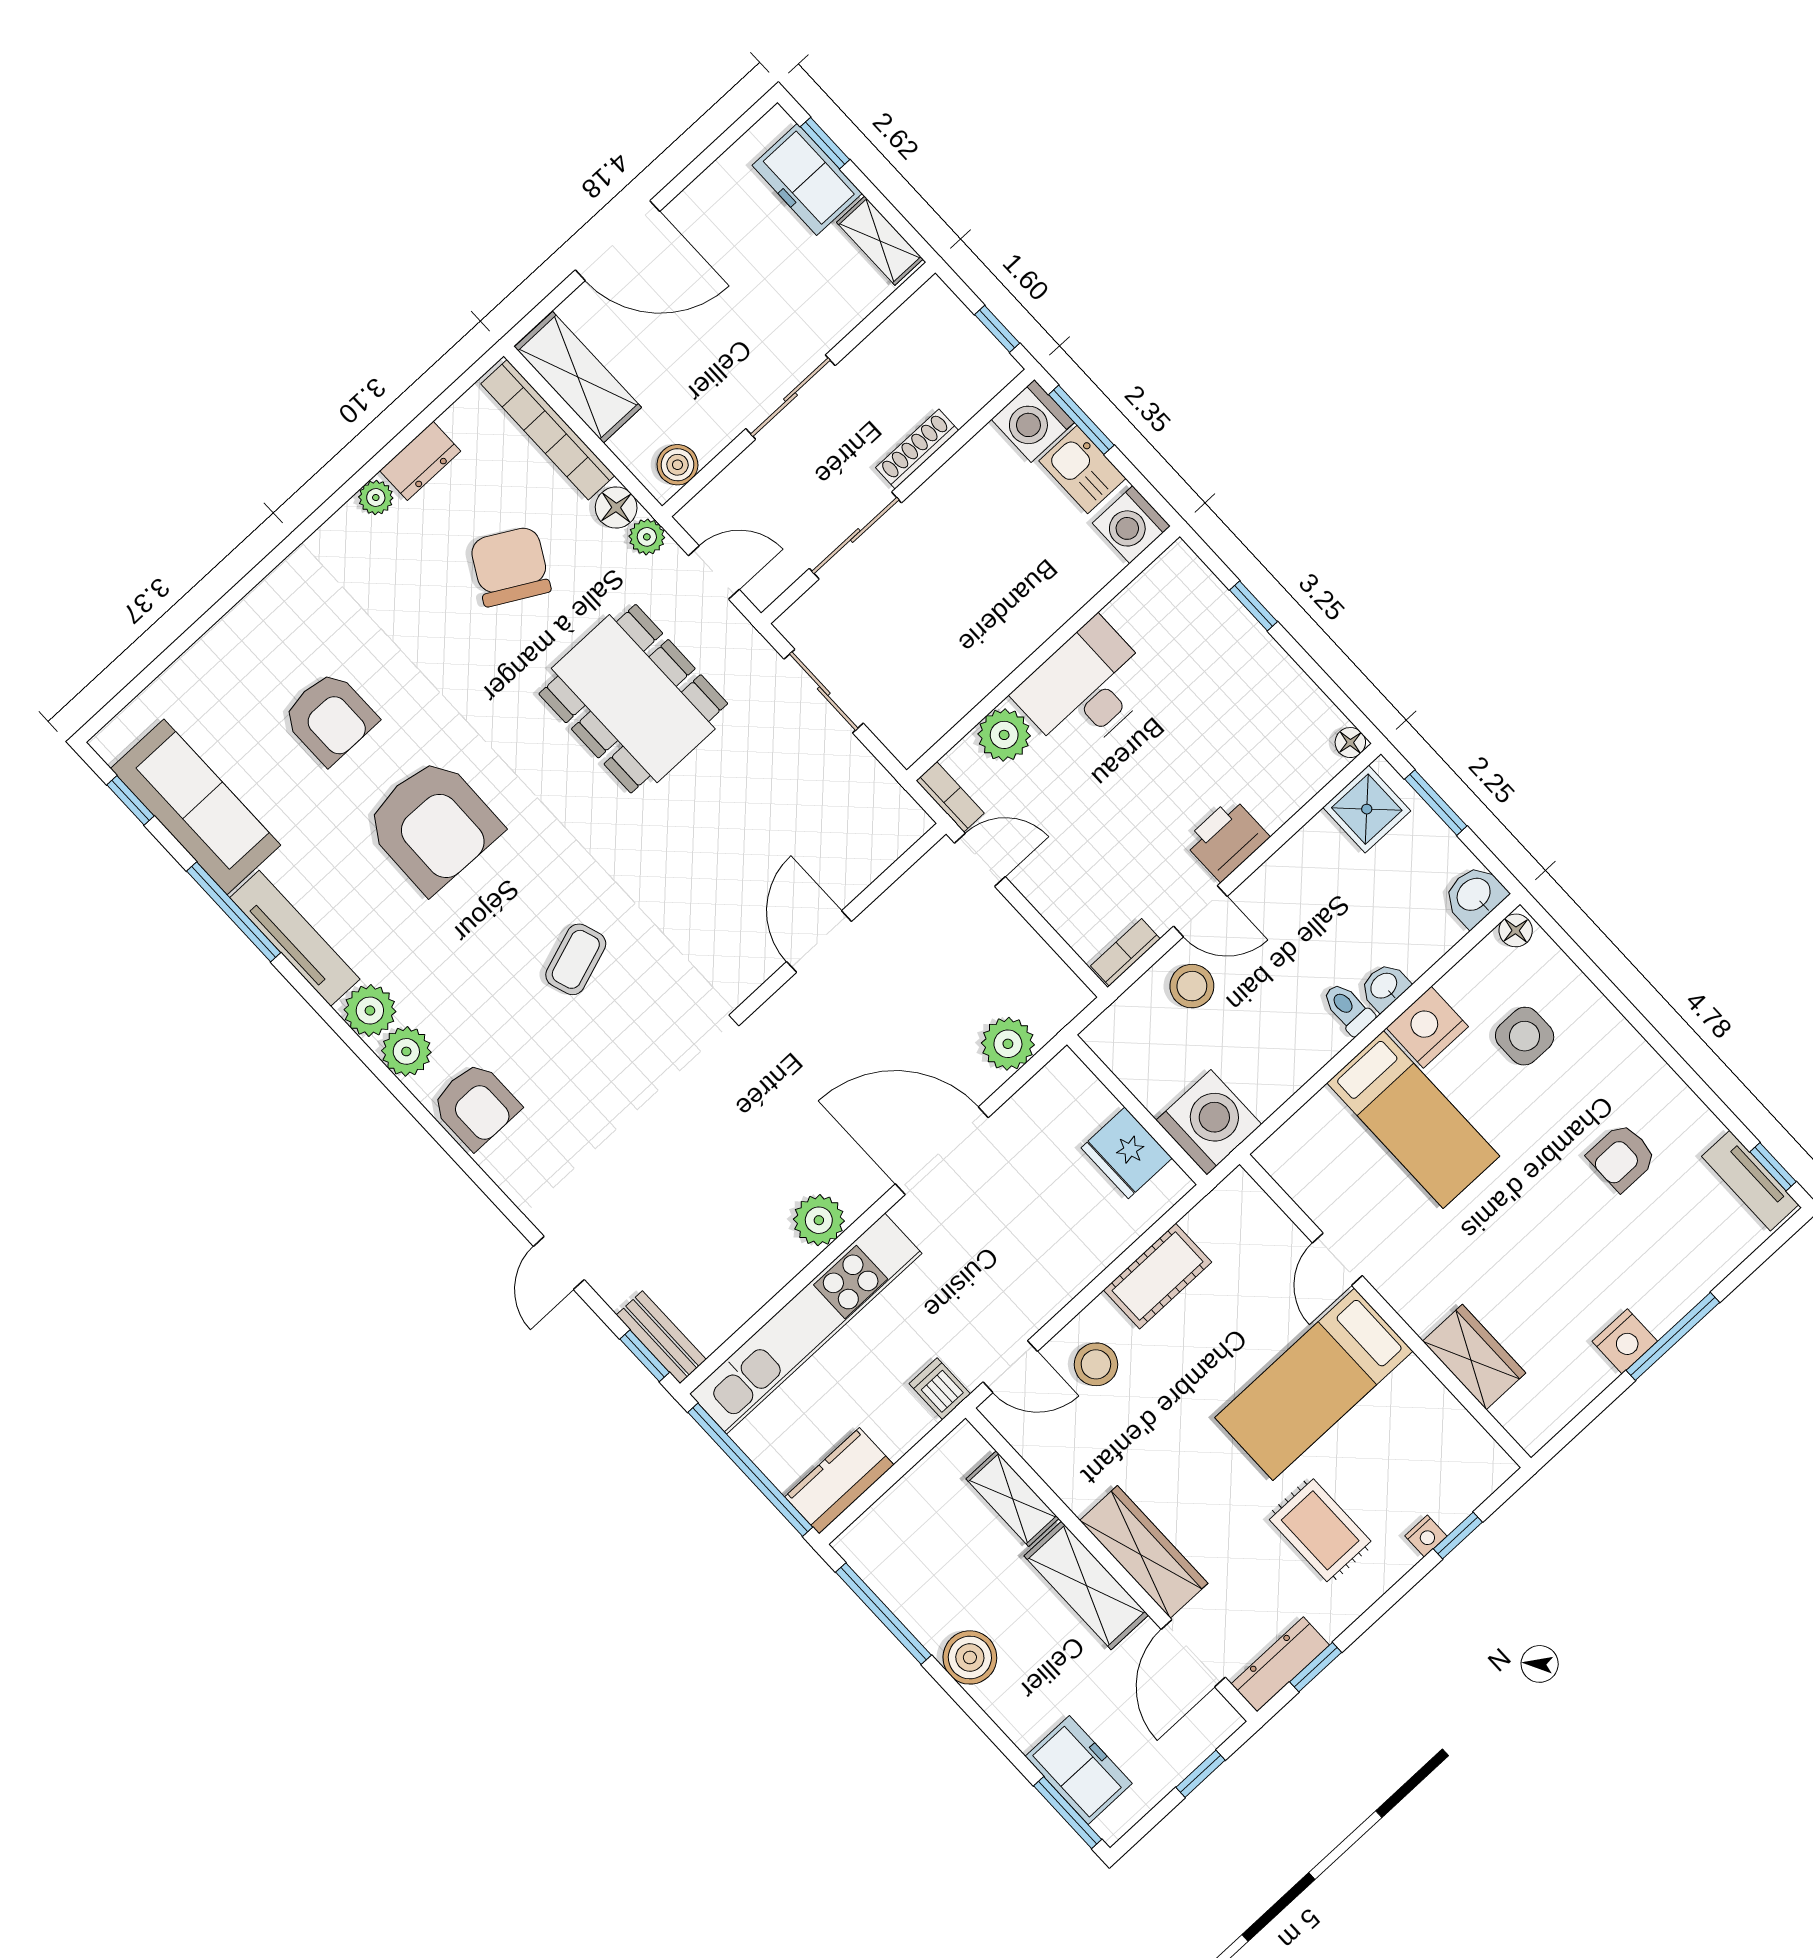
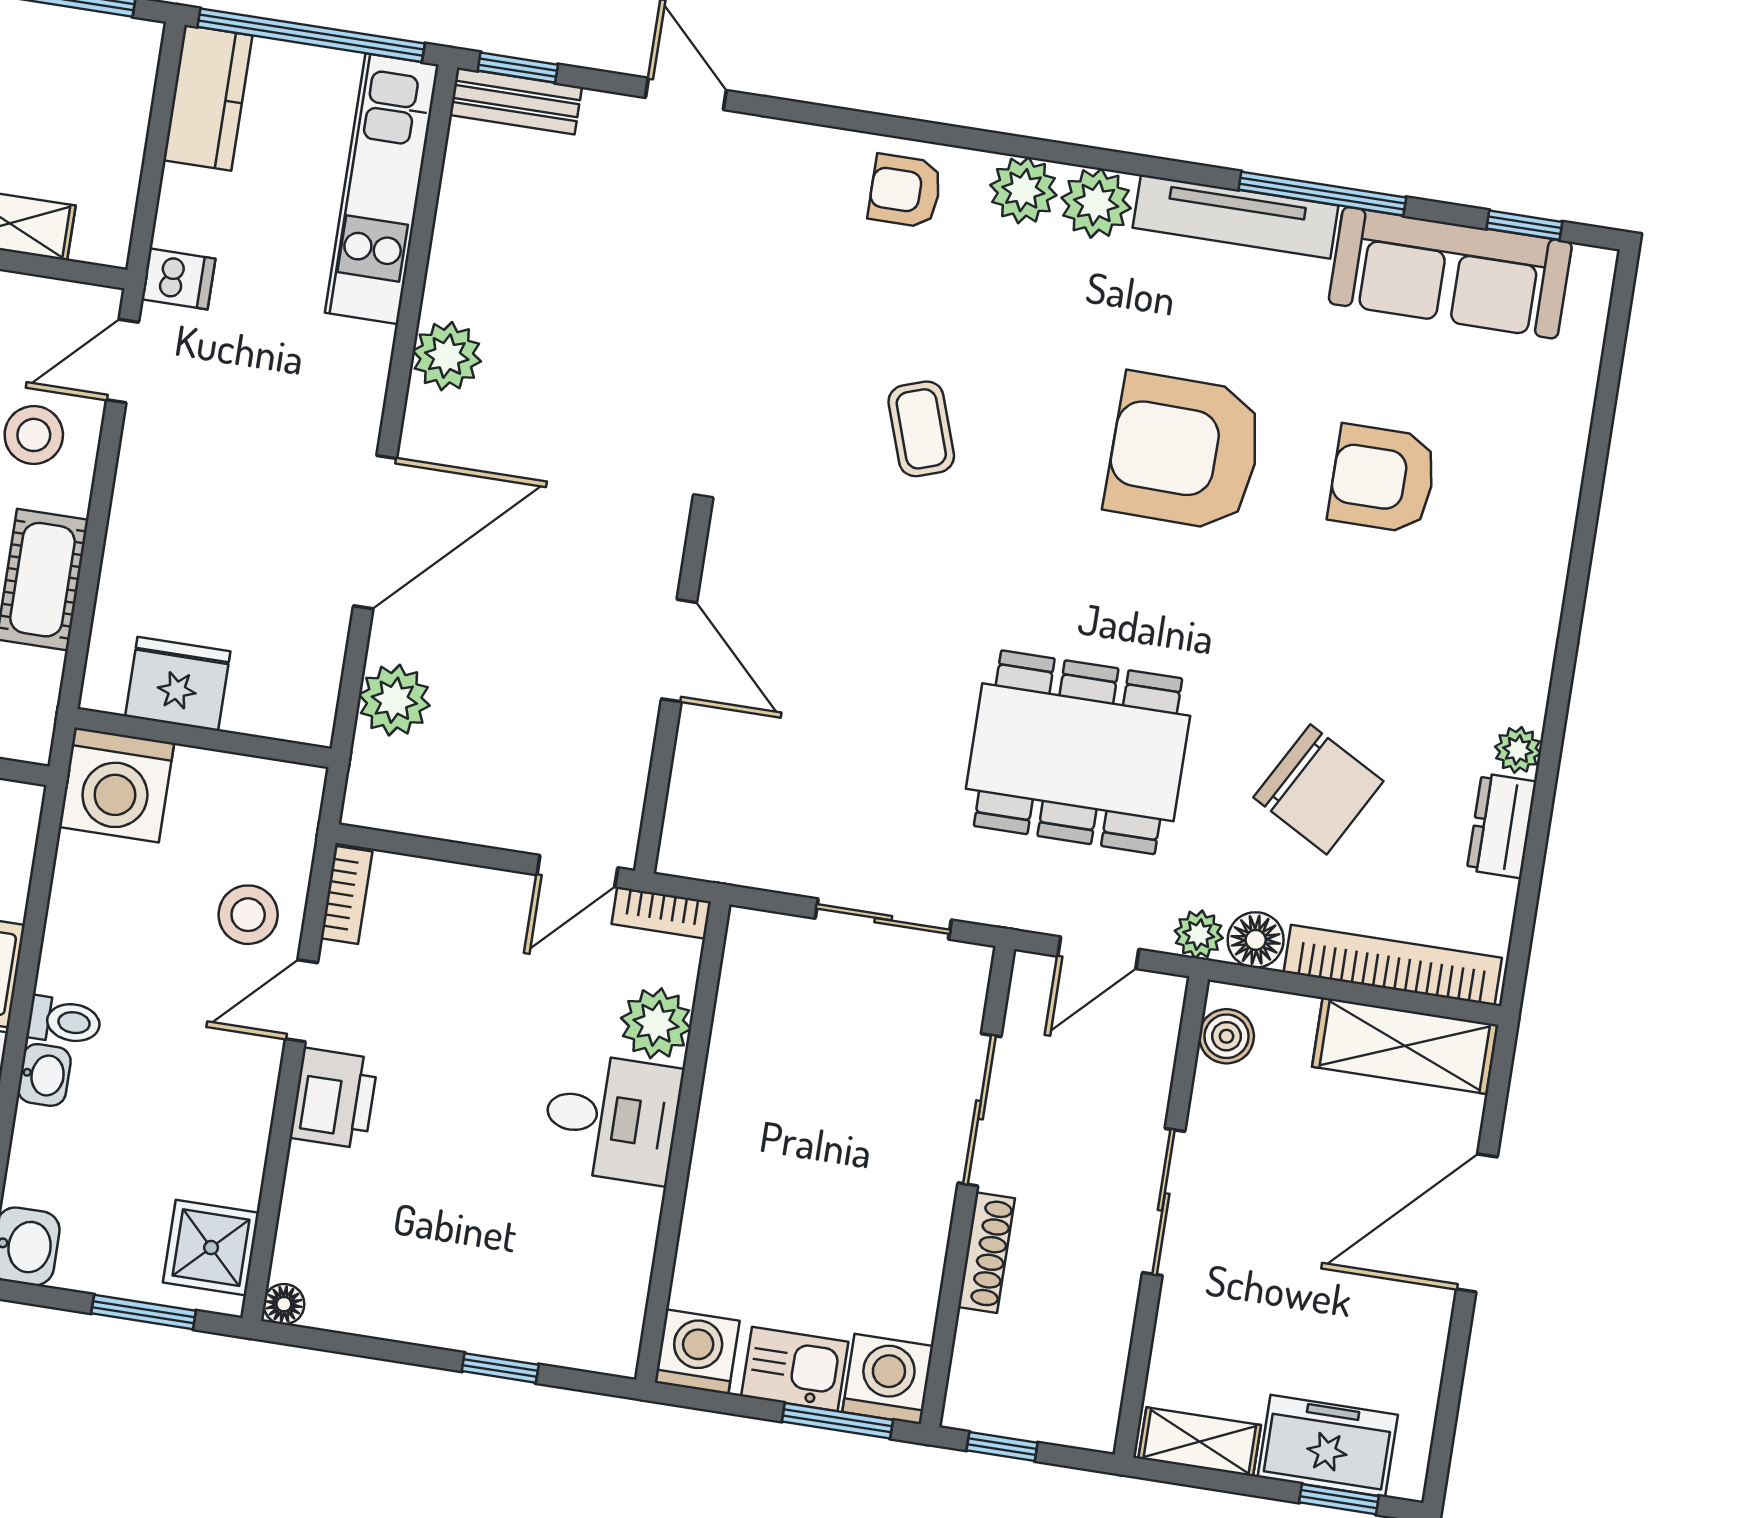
desk: (1086, 689) -> (612, 1118), width x0.73
armchair: (476, 1105) -> (905, 191), width x0.72, depth x0.72
kitchen unit: (806, 1324) -> (382, 189), width x0.73

